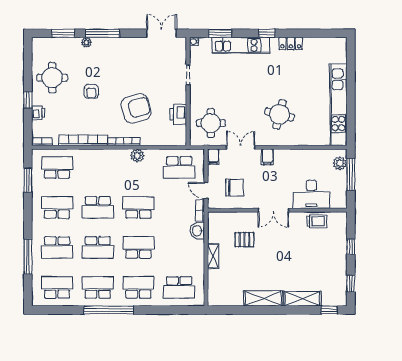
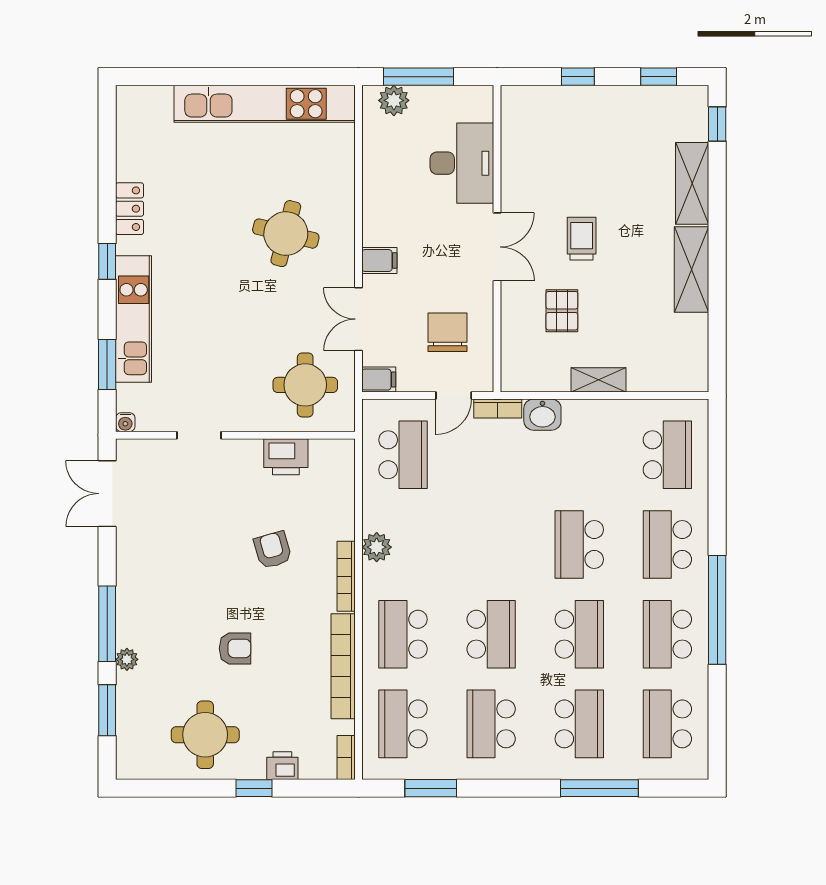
armchair: (136, 108) -> (273, 550), width x0.53, depth x0.53
school desk: (138, 207) -> (403, 634), moved
trolley: (317, 221) -> (582, 239), moved

